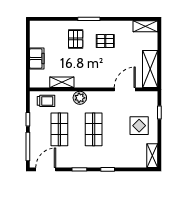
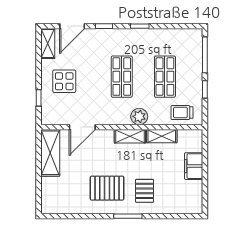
shelving: (145, 26) -> (130, 136), moved
pallet: (105, 41) -> (107, 188), width x1.50, depth x1.42
door: (46, 169) -> (72, 26), moved

